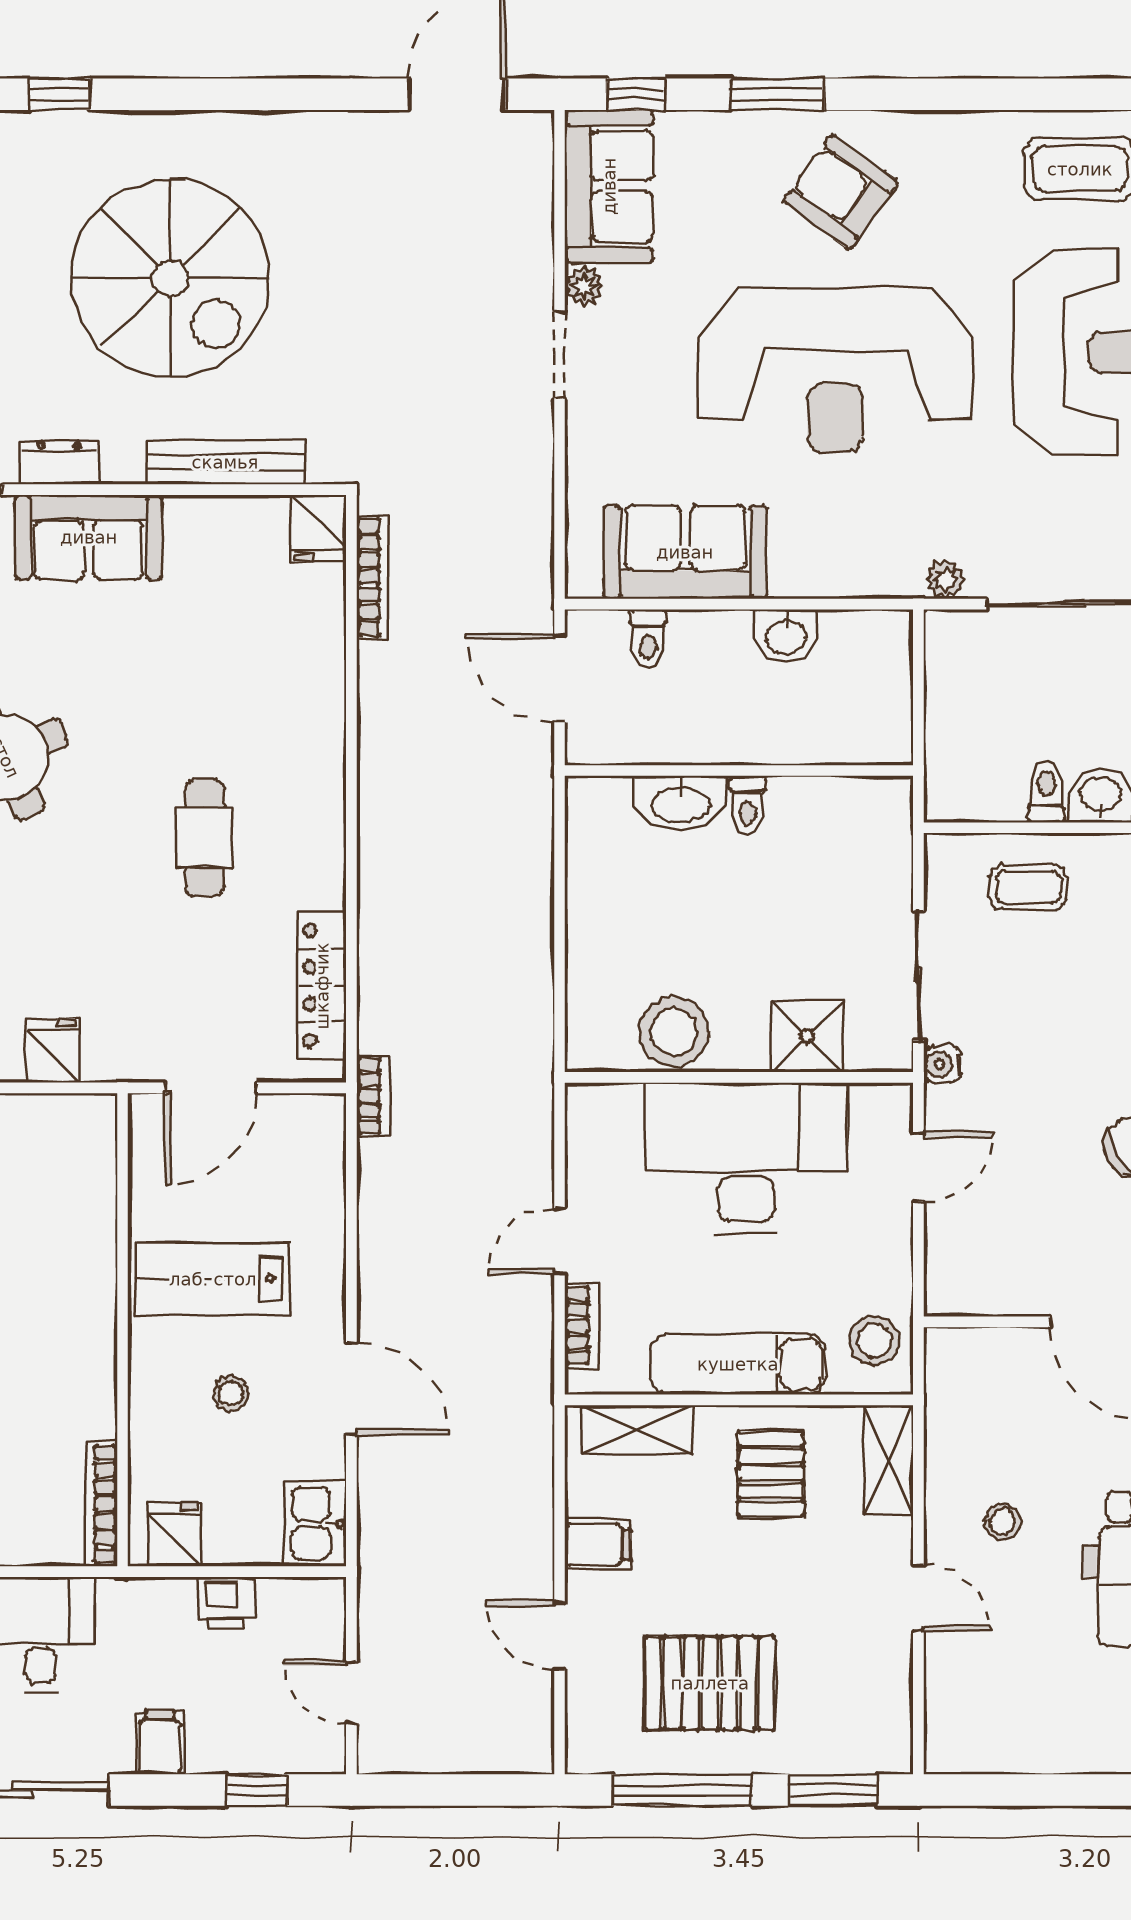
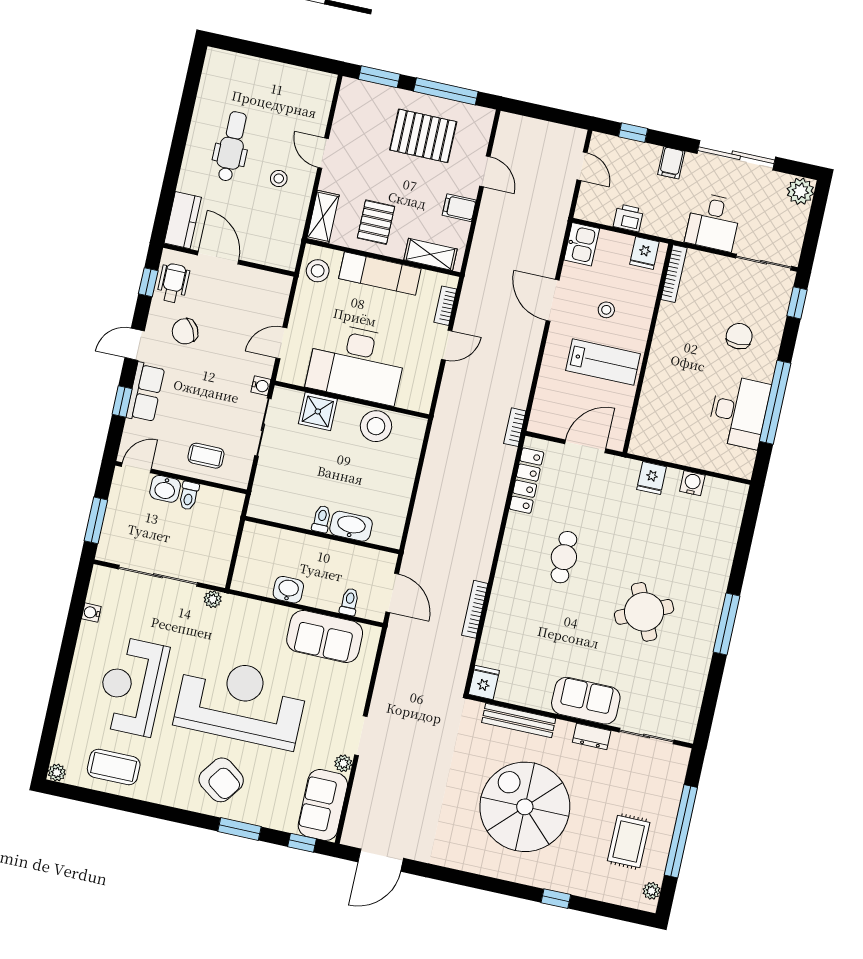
bookcase: (373, 577) -> (475, 609), moved

